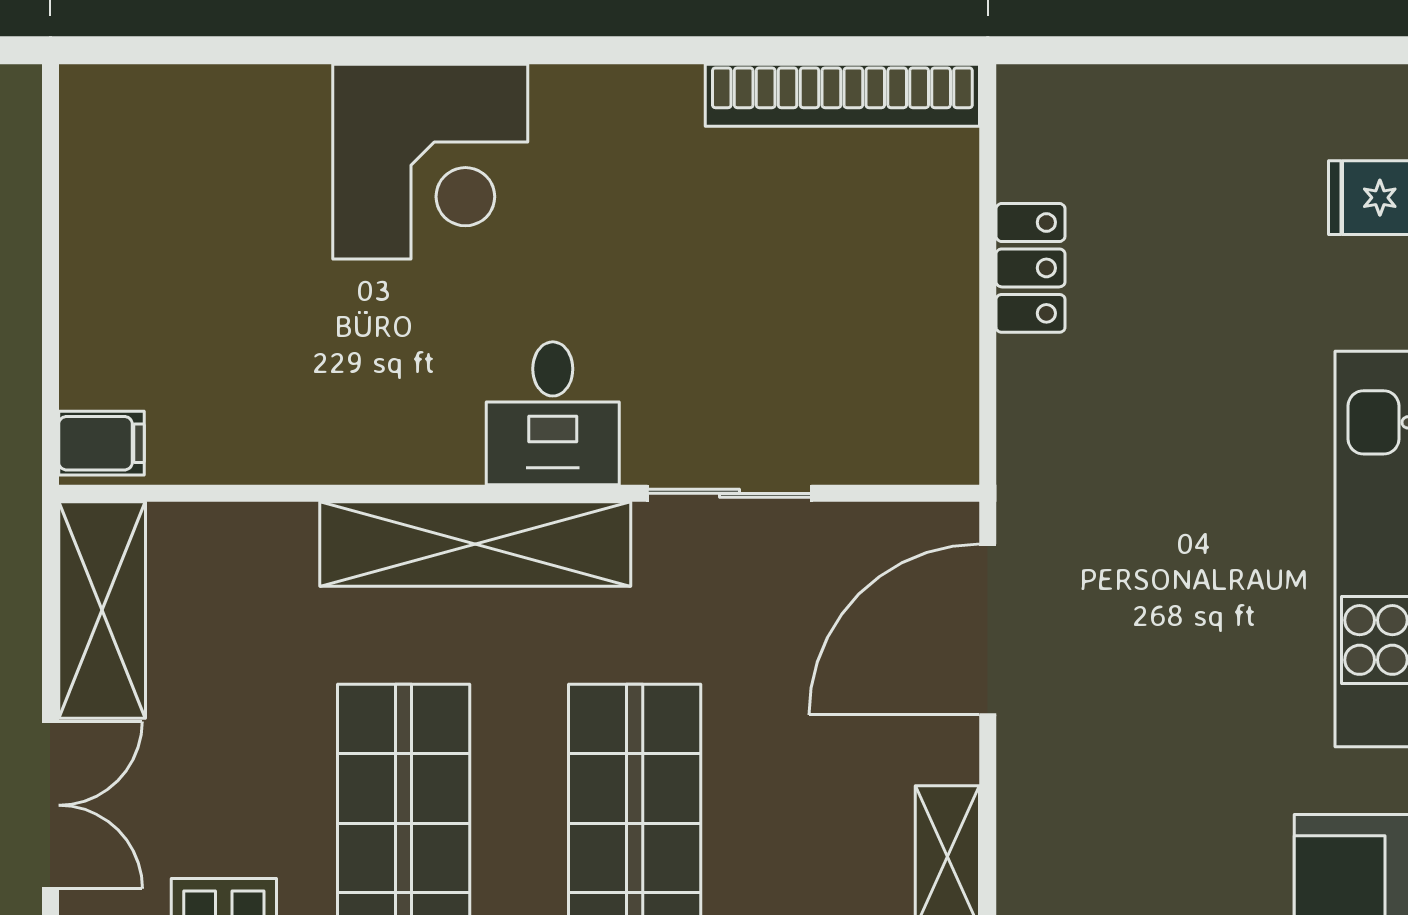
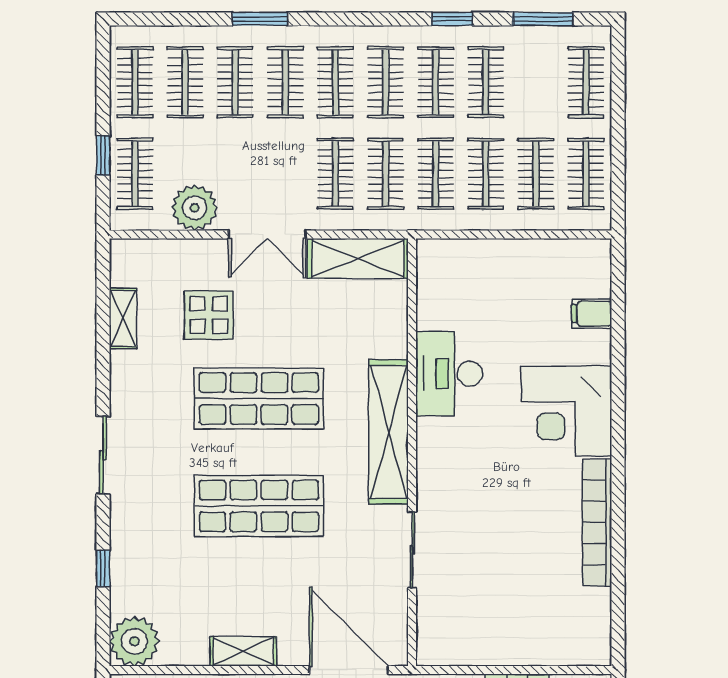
bookcase: (842, 95) -> (597, 523), moved
desk: (553, 413) -> (449, 374), moved, width x1.37
filing cabinet: (101, 443) -> (592, 314), moved, turned 90

